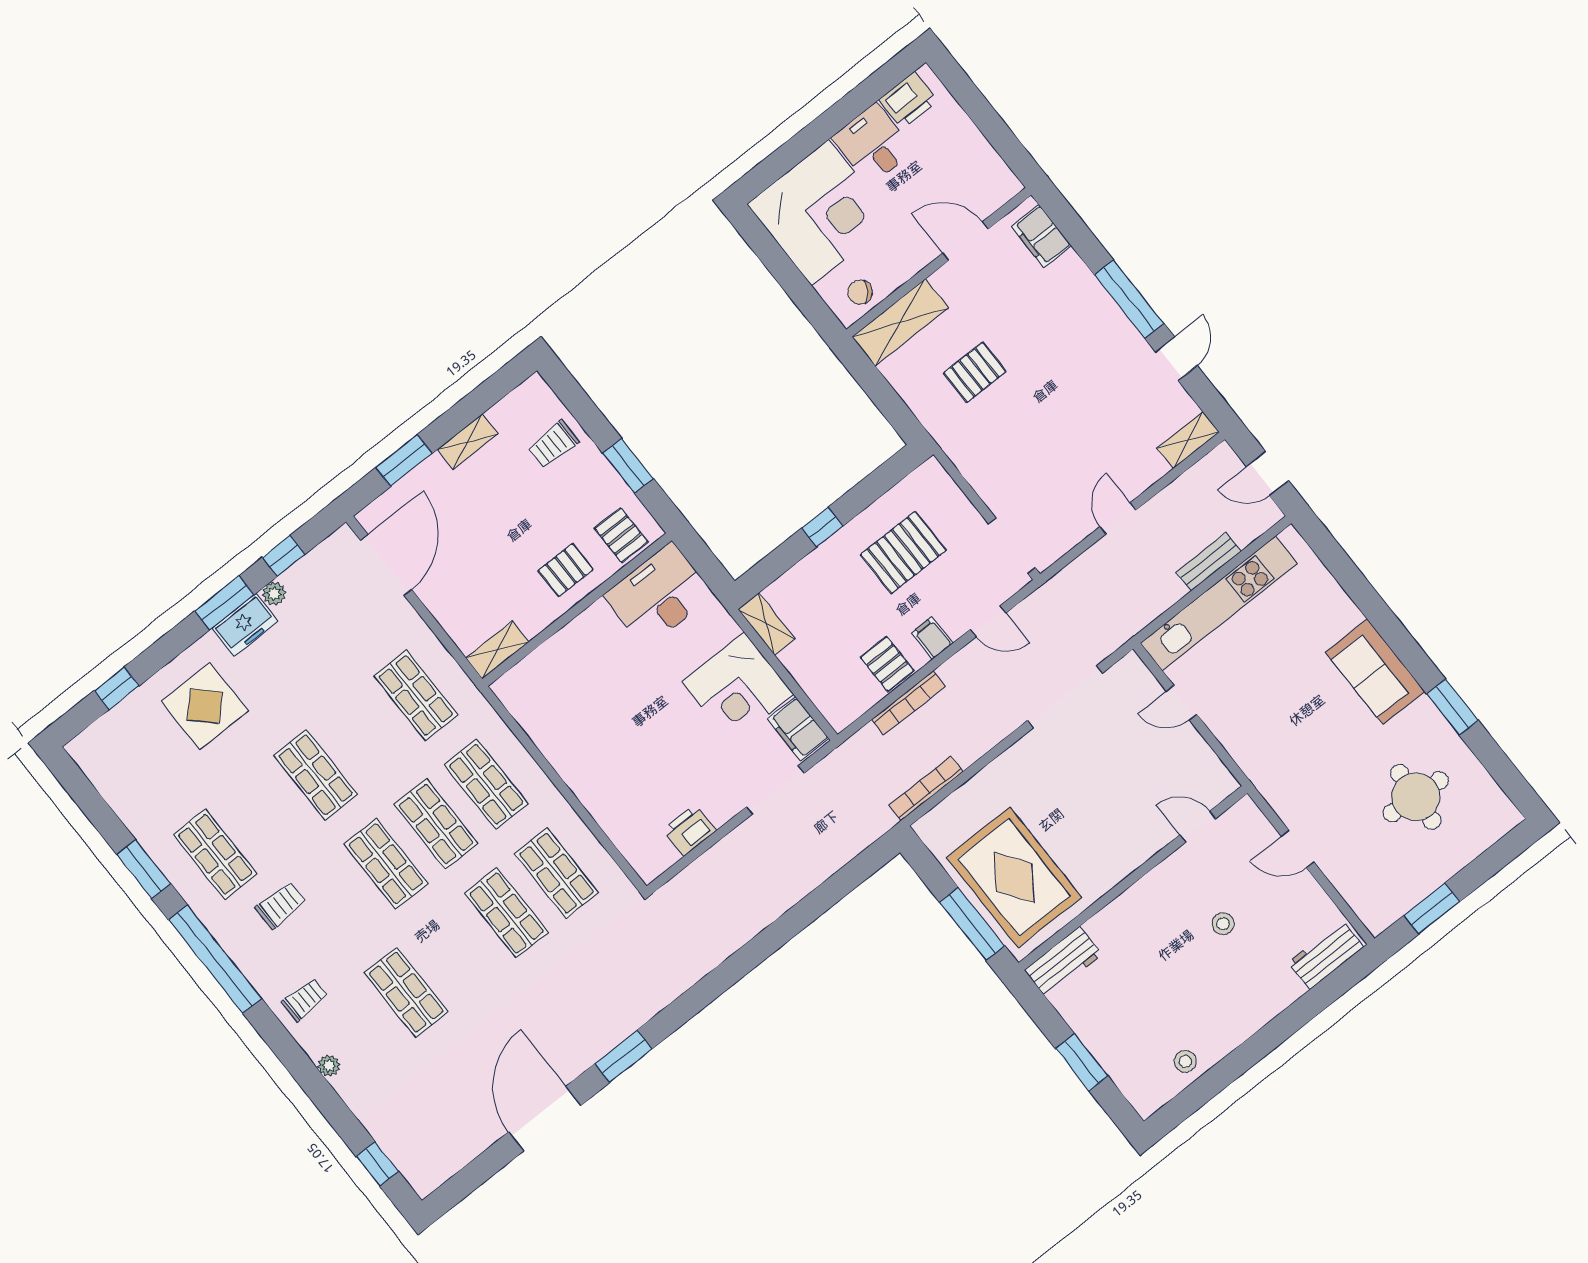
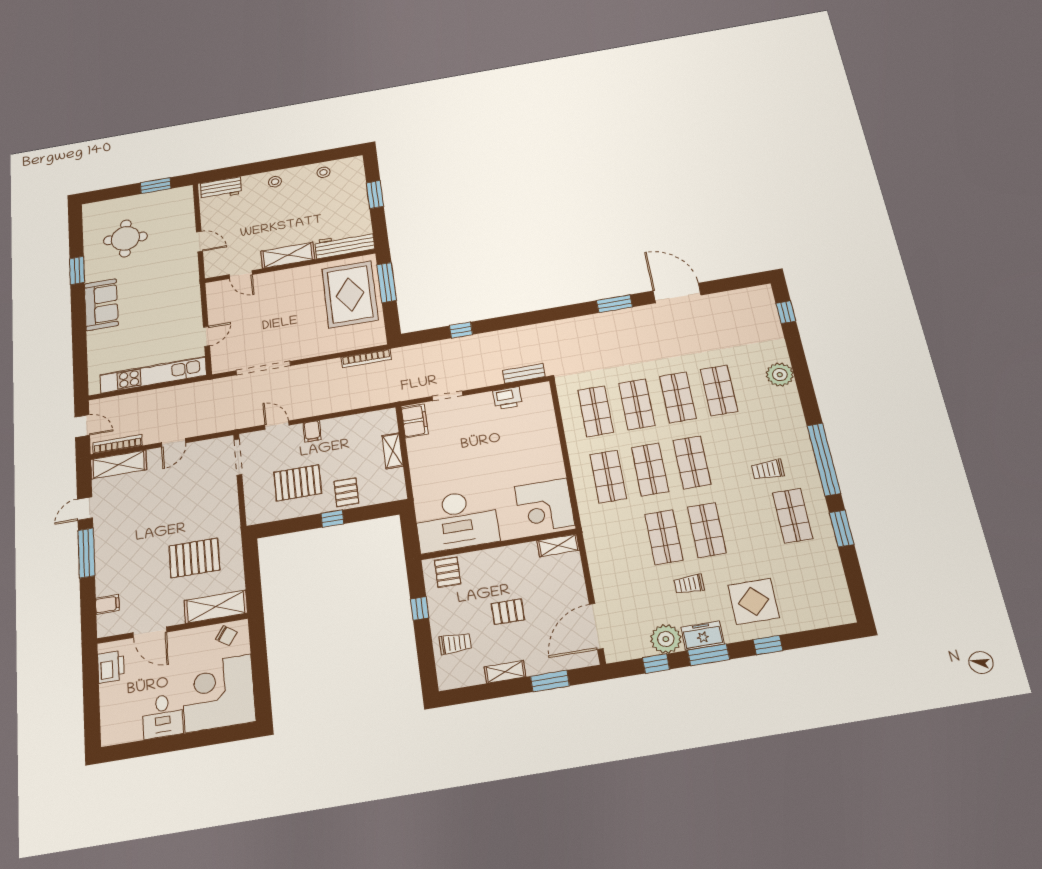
printer: (908, 100) -> (111, 667), moved, turned 90
filing cabinet: (1041, 236) -> (107, 604), width x0.50
pallet: (975, 372) -> (194, 558), width x1.50, depth x1.42
shelving: (1188, 440) -> (119, 465), width x1.50, depth x1.33
window: (628, 466) -> (420, 608), width x0.67
bench: (1208, 562) -> (524, 373), moved
pallet: (566, 570) -> (508, 612), moved
plant: (274, 594) -> (666, 639), width x1.88, depth x1.88
desk: (659, 595) -> (457, 521), width x1.36, depth x1.30
shelving: (767, 624) -> (393, 451), moved
pallet: (887, 664) -> (346, 492), moved
window: (117, 688) -> (768, 645), moved
corner desk: (738, 688) -> (544, 506), moved, turned 180
shop shelf: (416, 695) -> (664, 537), moved
bookcase: (908, 703) -> (117, 444), moved
door: (1182, 703) -> (206, 336), hinge flipped
doorway: (775, 790) -> (448, 396), width x0.73
shelving: (1148, 894) -> (288, 255), added
window: (818, 902) -> (461, 330), added
stool: (1223, 924) -> (275, 182), moved
shop shelf: (456, 953) -> (678, 397), added
workbench: (1063, 962) -> (345, 245), width x1.38
trolley: (305, 999) -> (689, 584), moved
plant: (329, 1066) -> (780, 375), width x1.88, depth x1.88
door: (545, 1119) -> (677, 293), swing flipped

